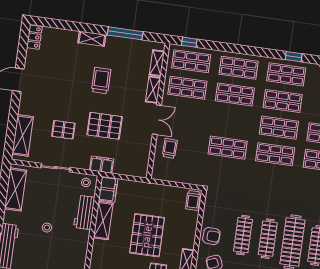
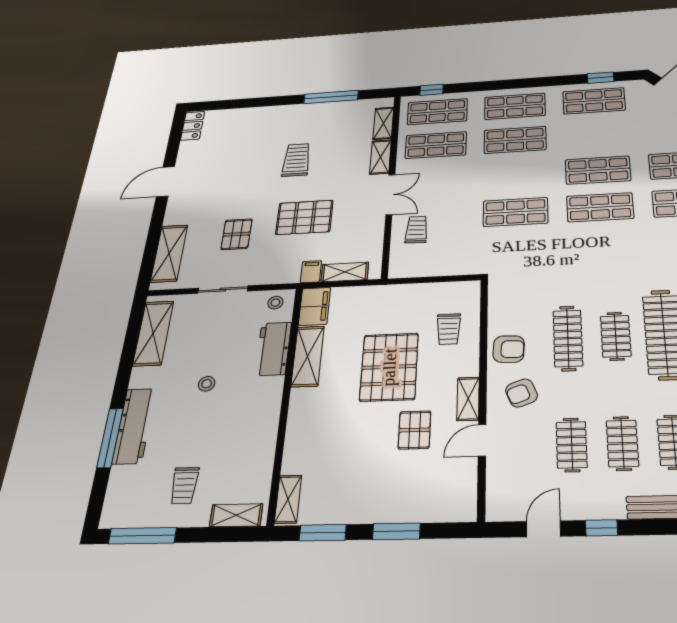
shelving: (92, 39) -> (345, 272), moved
shop shelf: (283, 101) -> (596, 135), removed
pallet: (63, 130) -> (237, 234), turned 90
filing cabinet: (102, 165) -> (311, 272), width x0.50
trolley: (193, 200) -> (449, 329), moved
clothes rail: (268, 239) -> (616, 336), width x0.73

